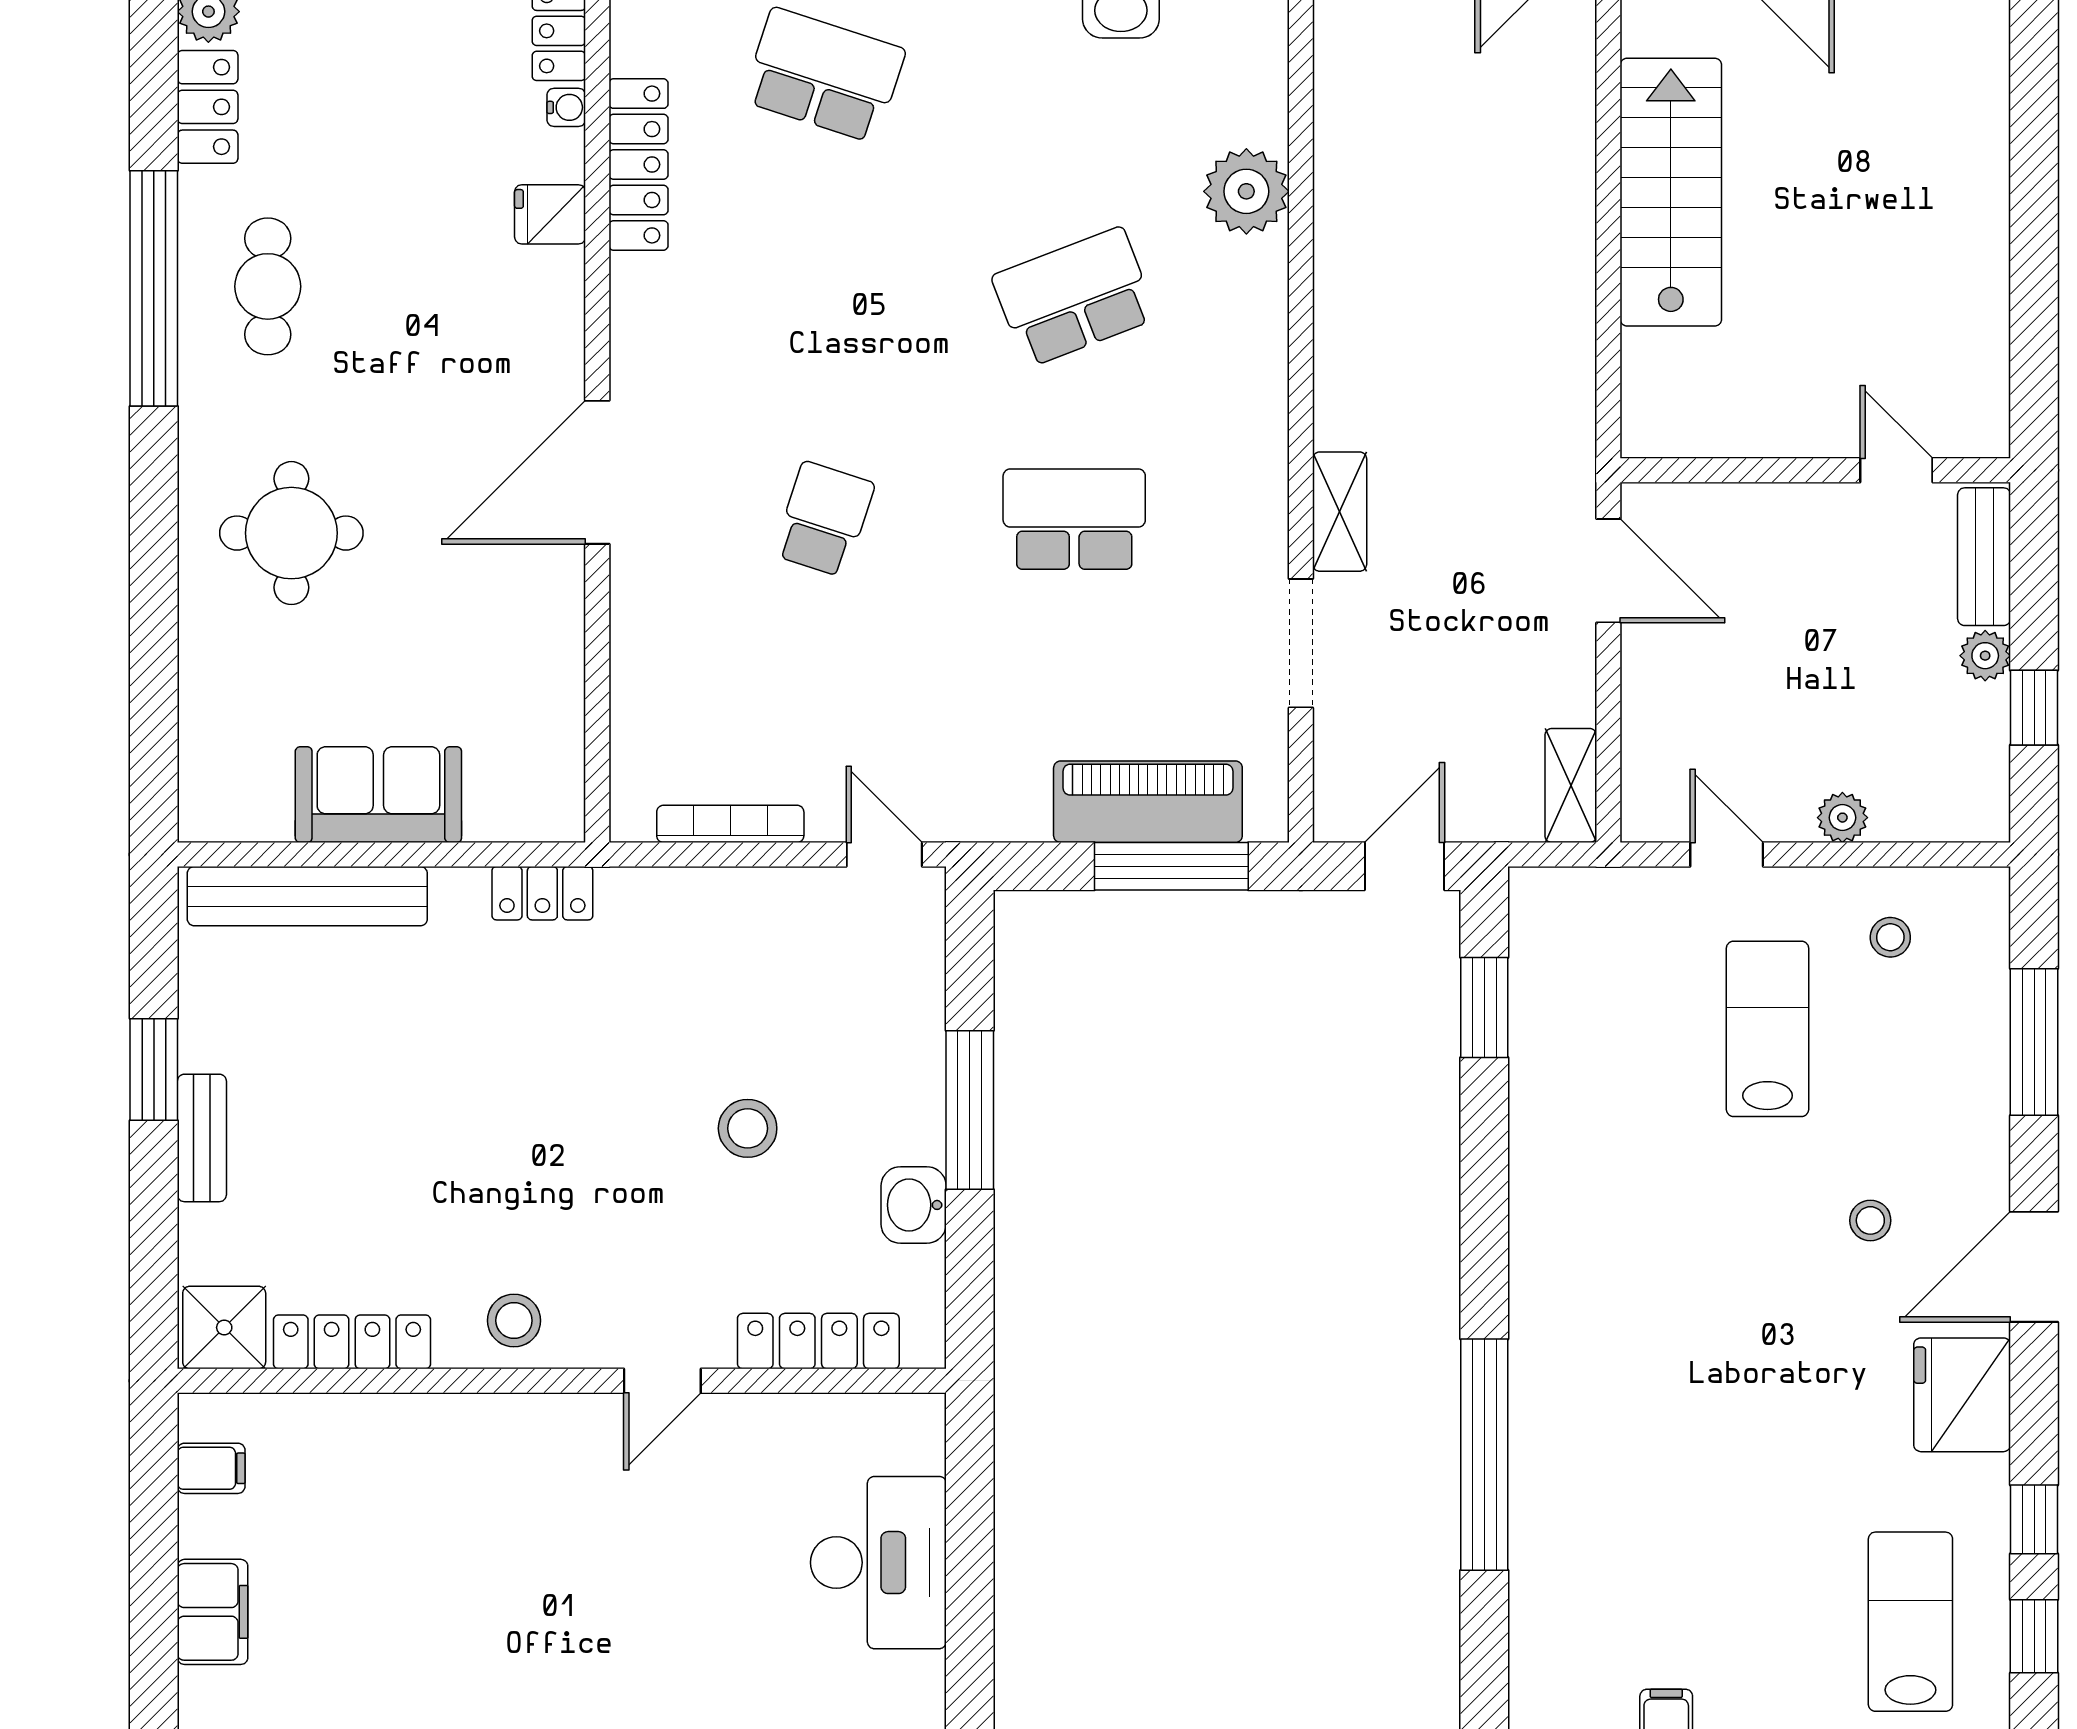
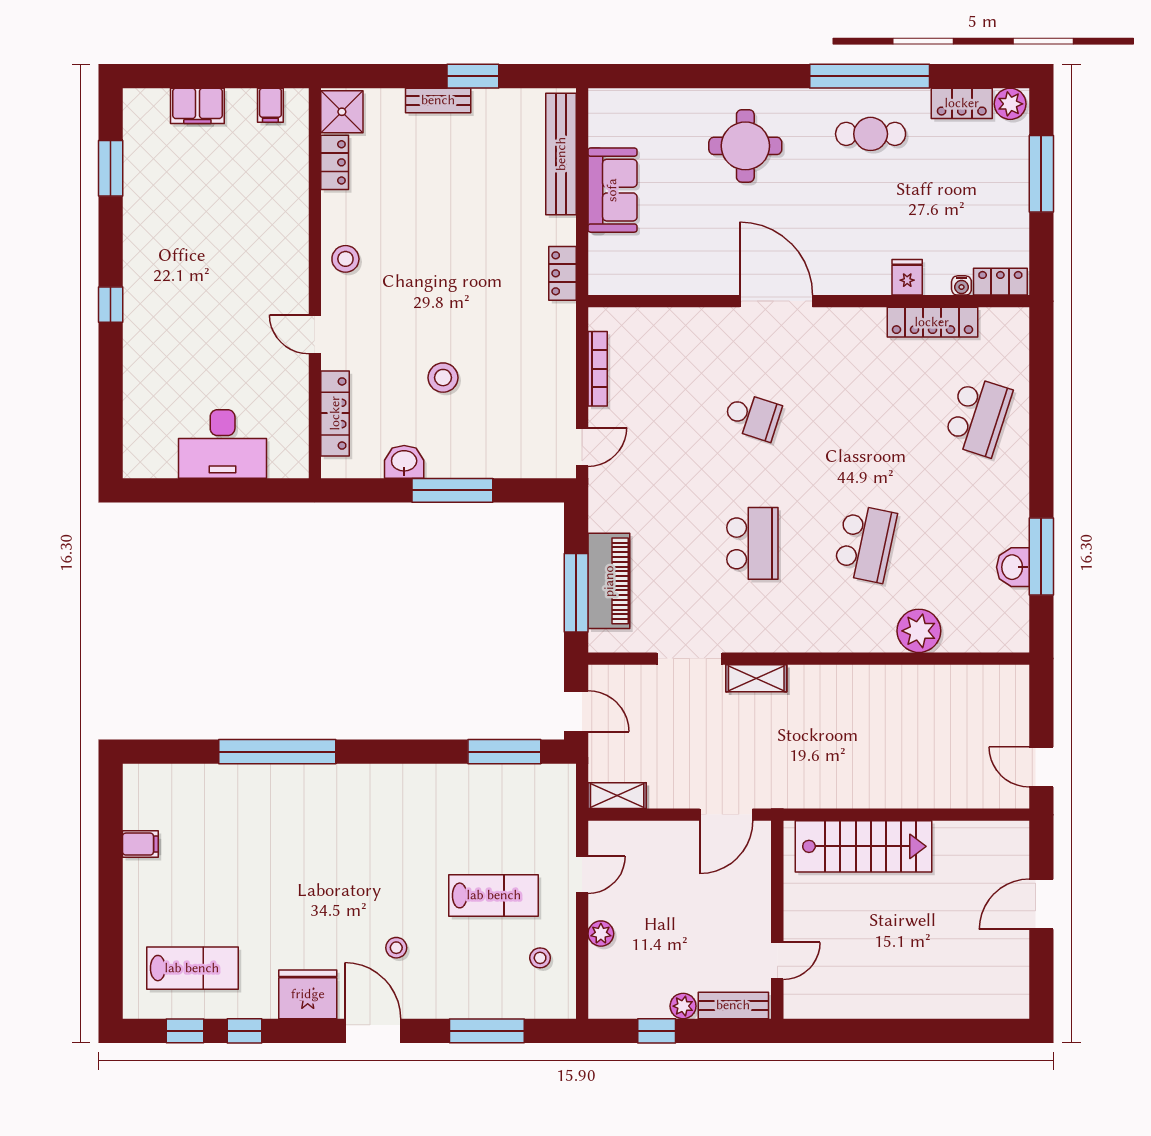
stairs: (1671, 192) -> (863, 846), moved
school desk: (1074, 297) -> (865, 543), turned 33
window: (1484, 1008) -> (504, 752), width x1.44
locker: (352, 1342) -> (335, 162), width x0.66

